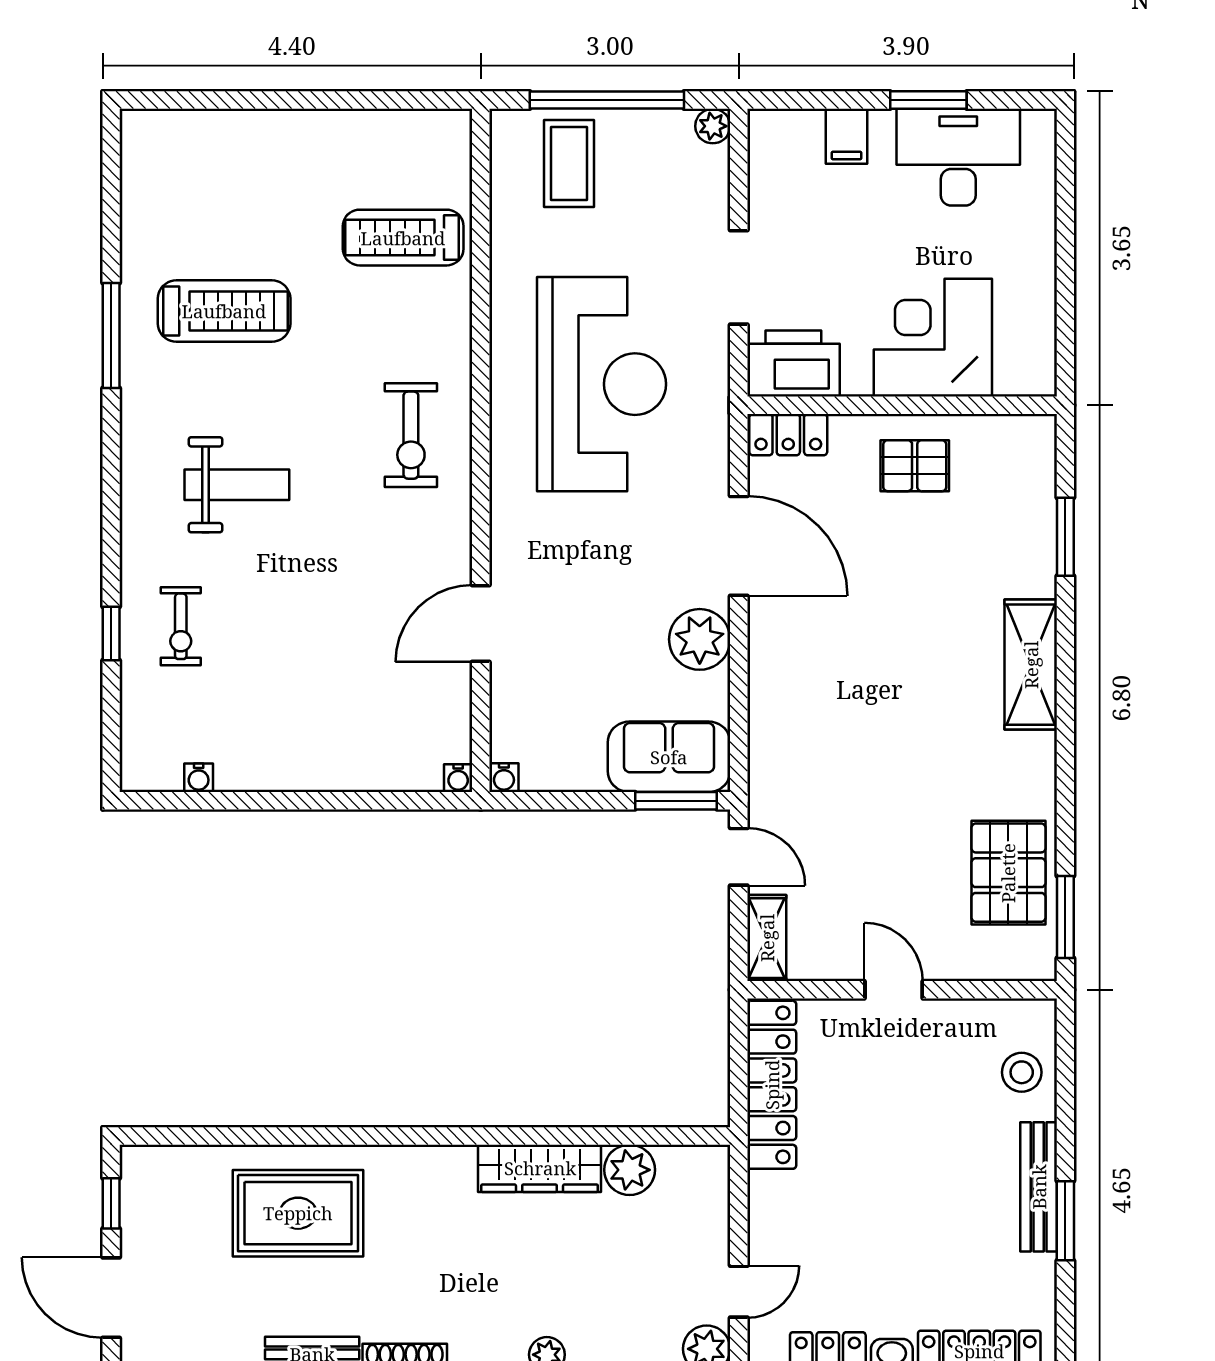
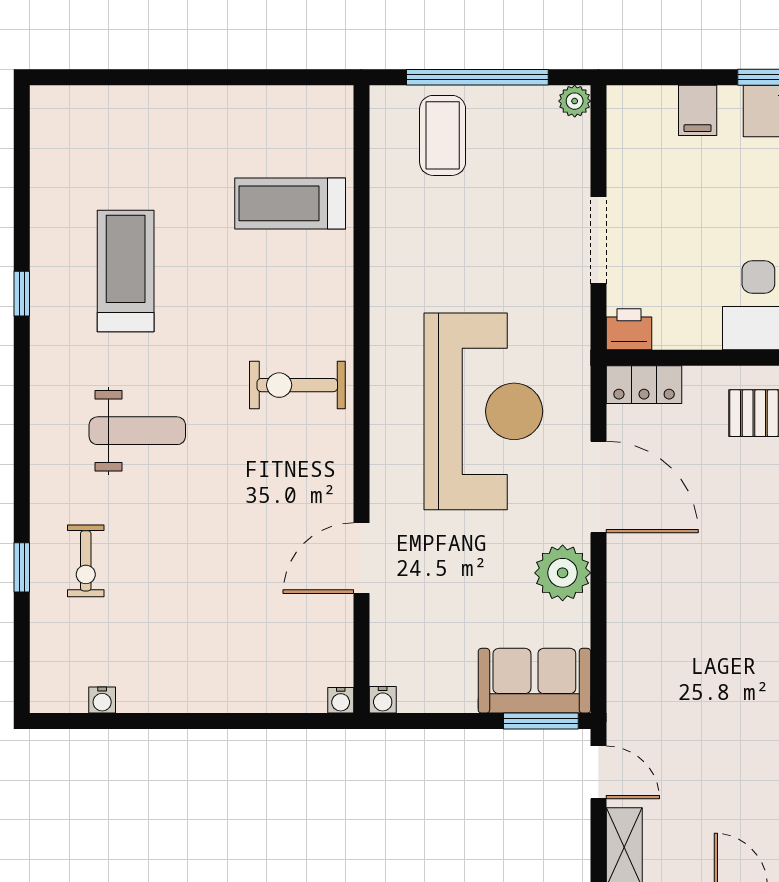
treadmill: (224, 311) -> (126, 271), turned -90
window: (111, 336) -> (22, 294), width x0.46
printer: (793, 363) -> (629, 329), width x0.53, depth x0.68
reception desk: (601, 384) -> (483, 411), moved
exercise bike: (411, 435) -> (297, 385), turned 90

